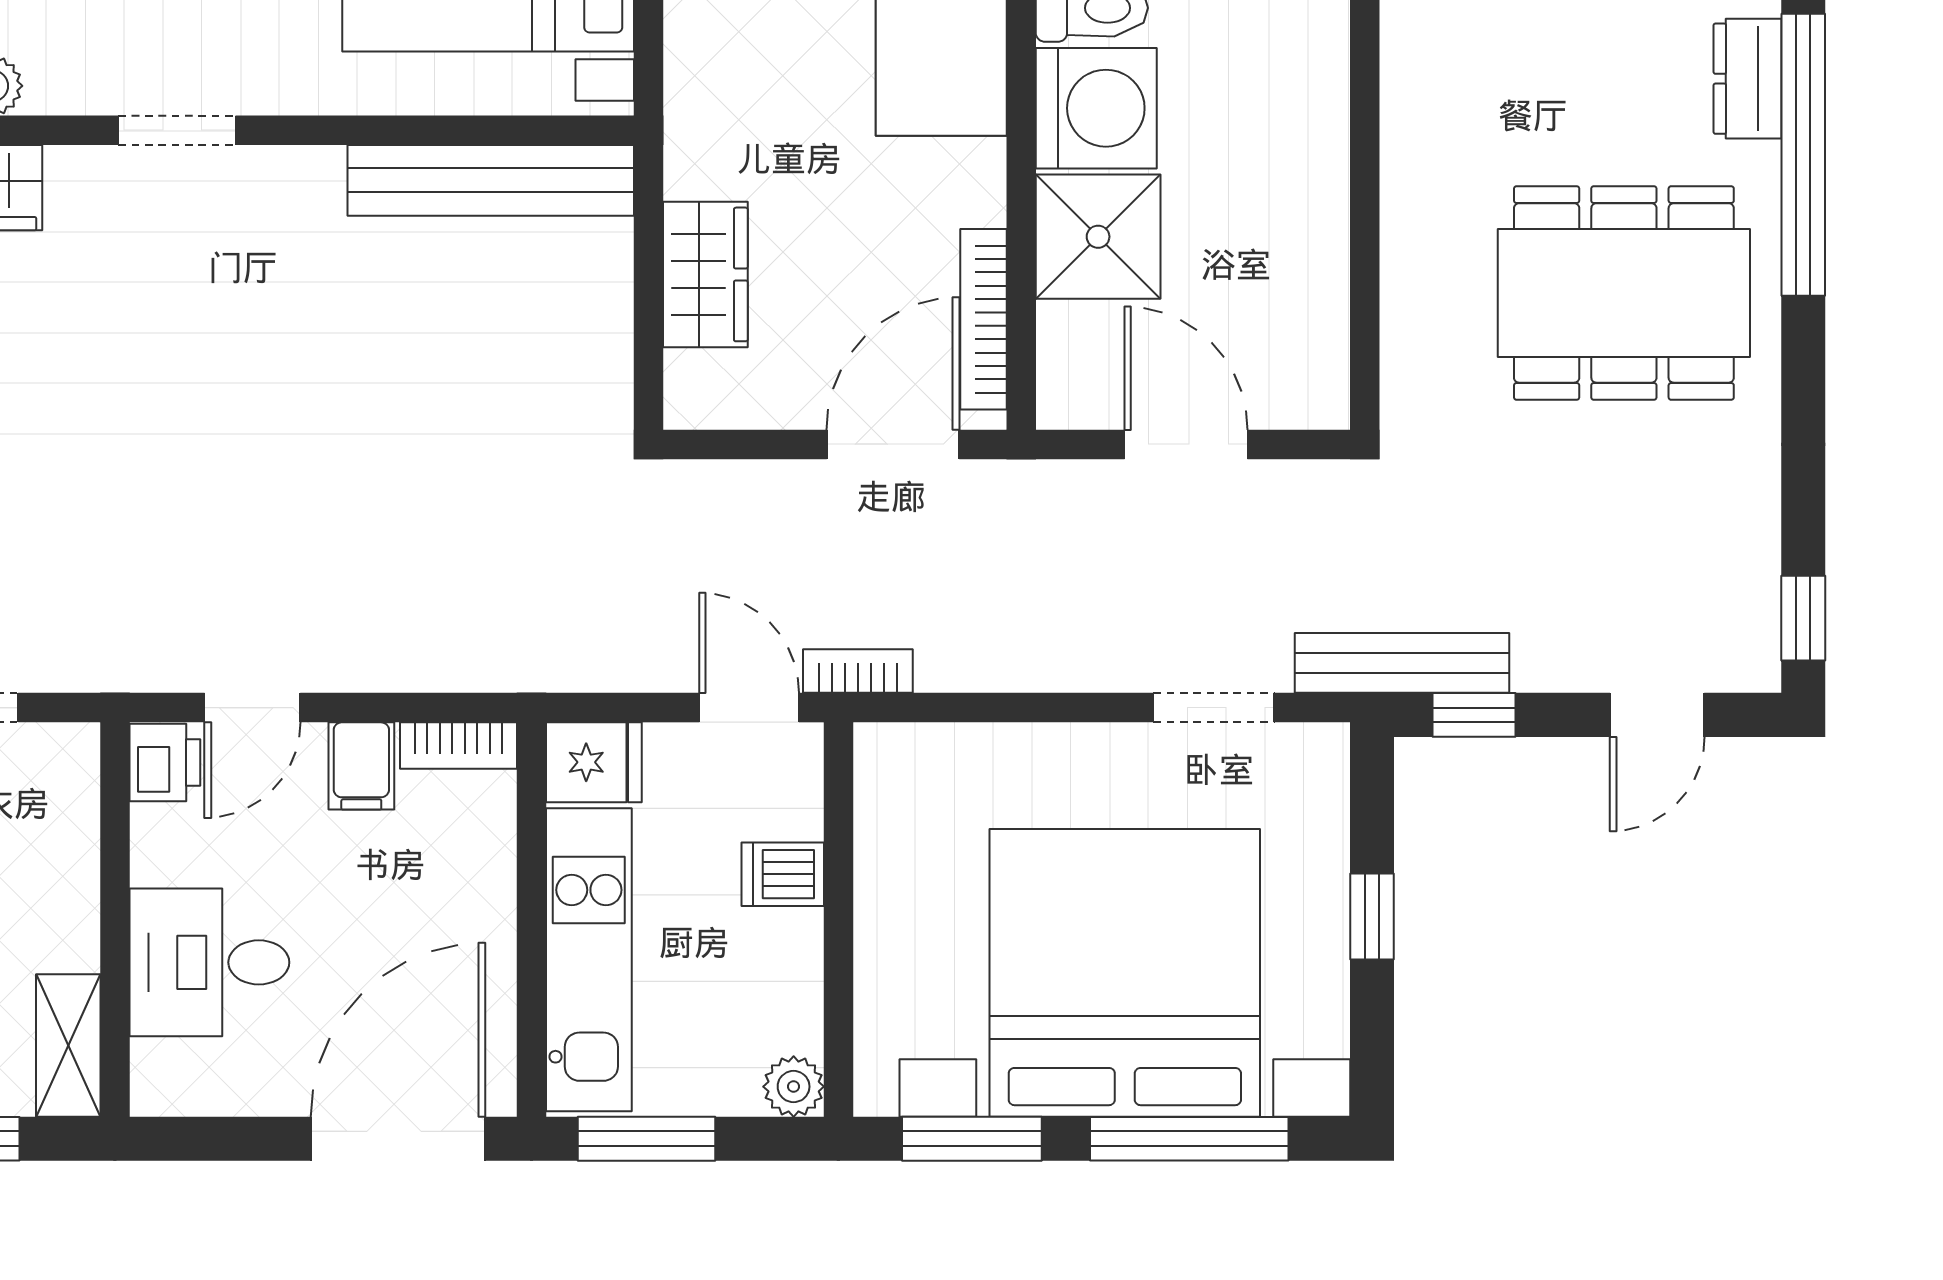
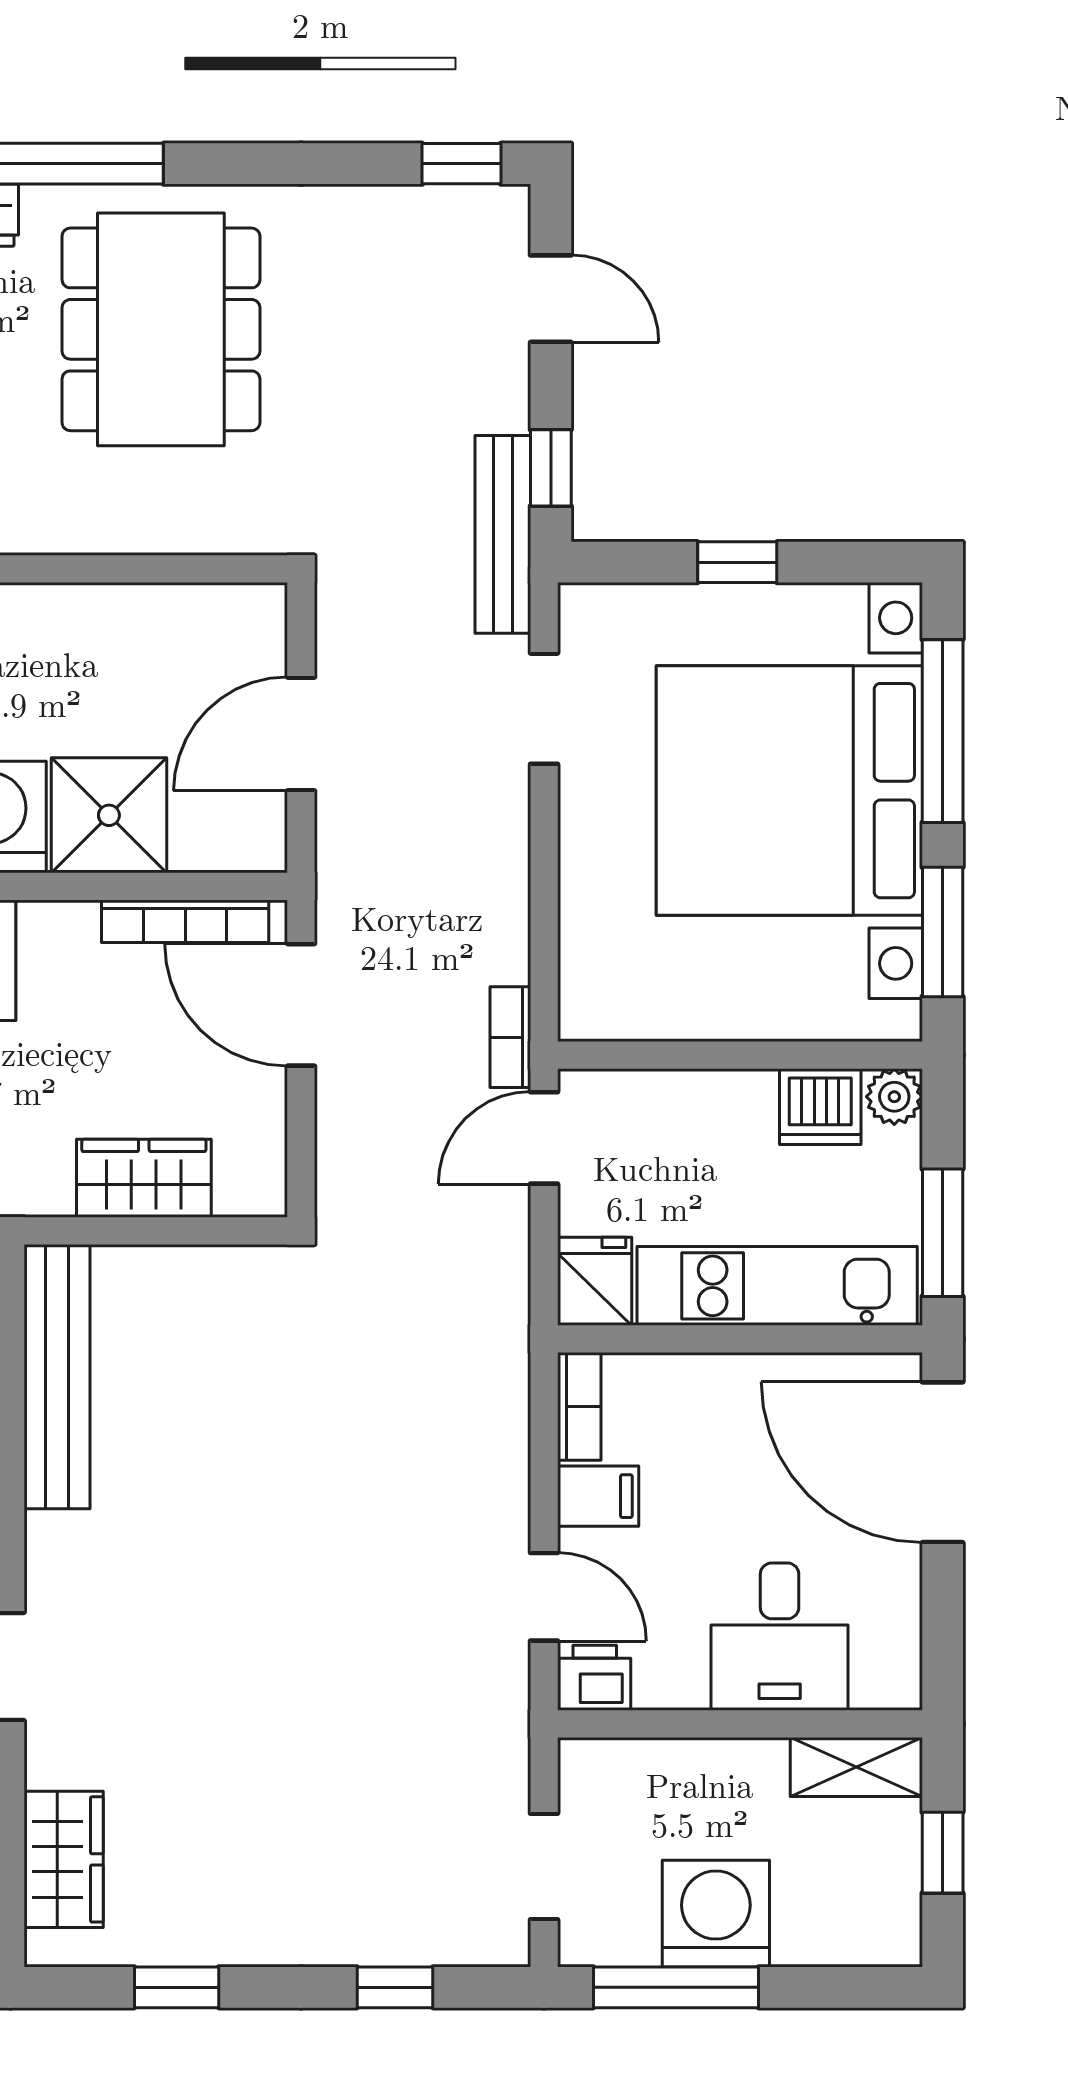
dishwasher: (783, 874) -> (820, 1107), moved, width x1.38

